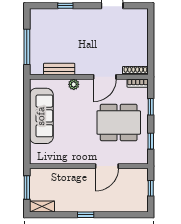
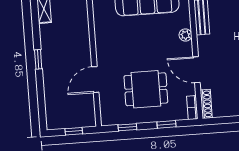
dining table: (119, 122) -> (146, 89), width x0.73
door: (107, 166) -> (95, 80), hinge flipped

